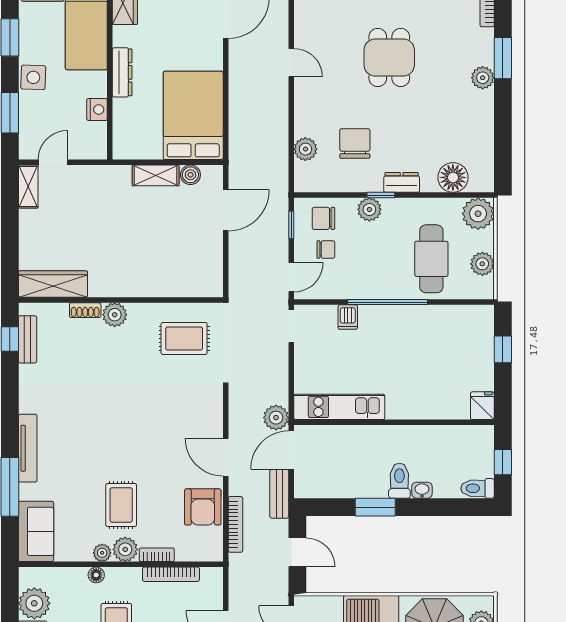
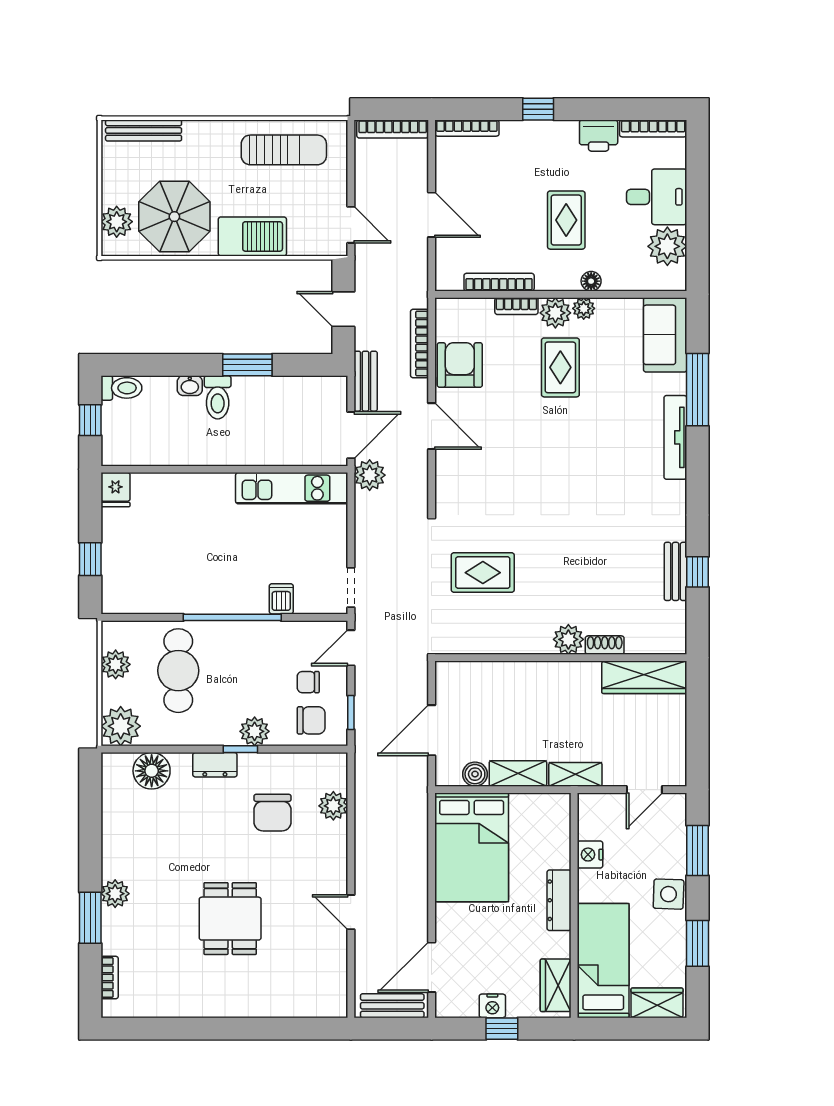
shelving: (28, 186) -> (575, 774), moved, turned 90
wardrobe: (53, 284) -> (644, 677), moved
wall: (121, 300) -> (561, 658), moved
shoe rack: (85, 310) -> (605, 645), moved
plant: (115, 315) -> (568, 639), moved

